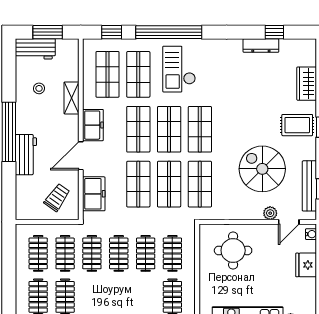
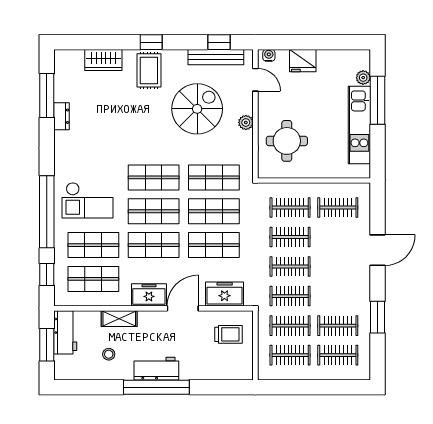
window: (274, 32) -> (47, 96), width x2.17
dresser: (261, 46) -> (62, 116), width x0.70
workbench: (35, 49) -> (65, 332), moved
workbench: (26, 155) -> (156, 369), moved
door: (81, 156) -> (183, 308), swing flipped
spiral stairs: (262, 169) -> (197, 109), turned 180
trolley: (57, 197) -> (228, 334), turned 145
plant: (270, 213) -> (246, 122), moved

